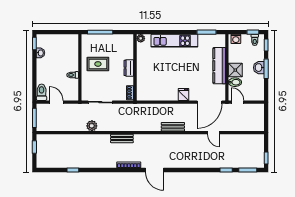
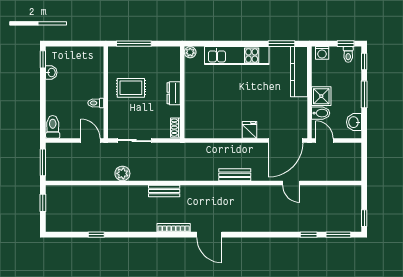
kitchen counter: (219, 66) -> (299, 72), moved
washbasin: (259, 68) -> (354, 122), moved
door: (56, 102) -> (90, 141), moved

